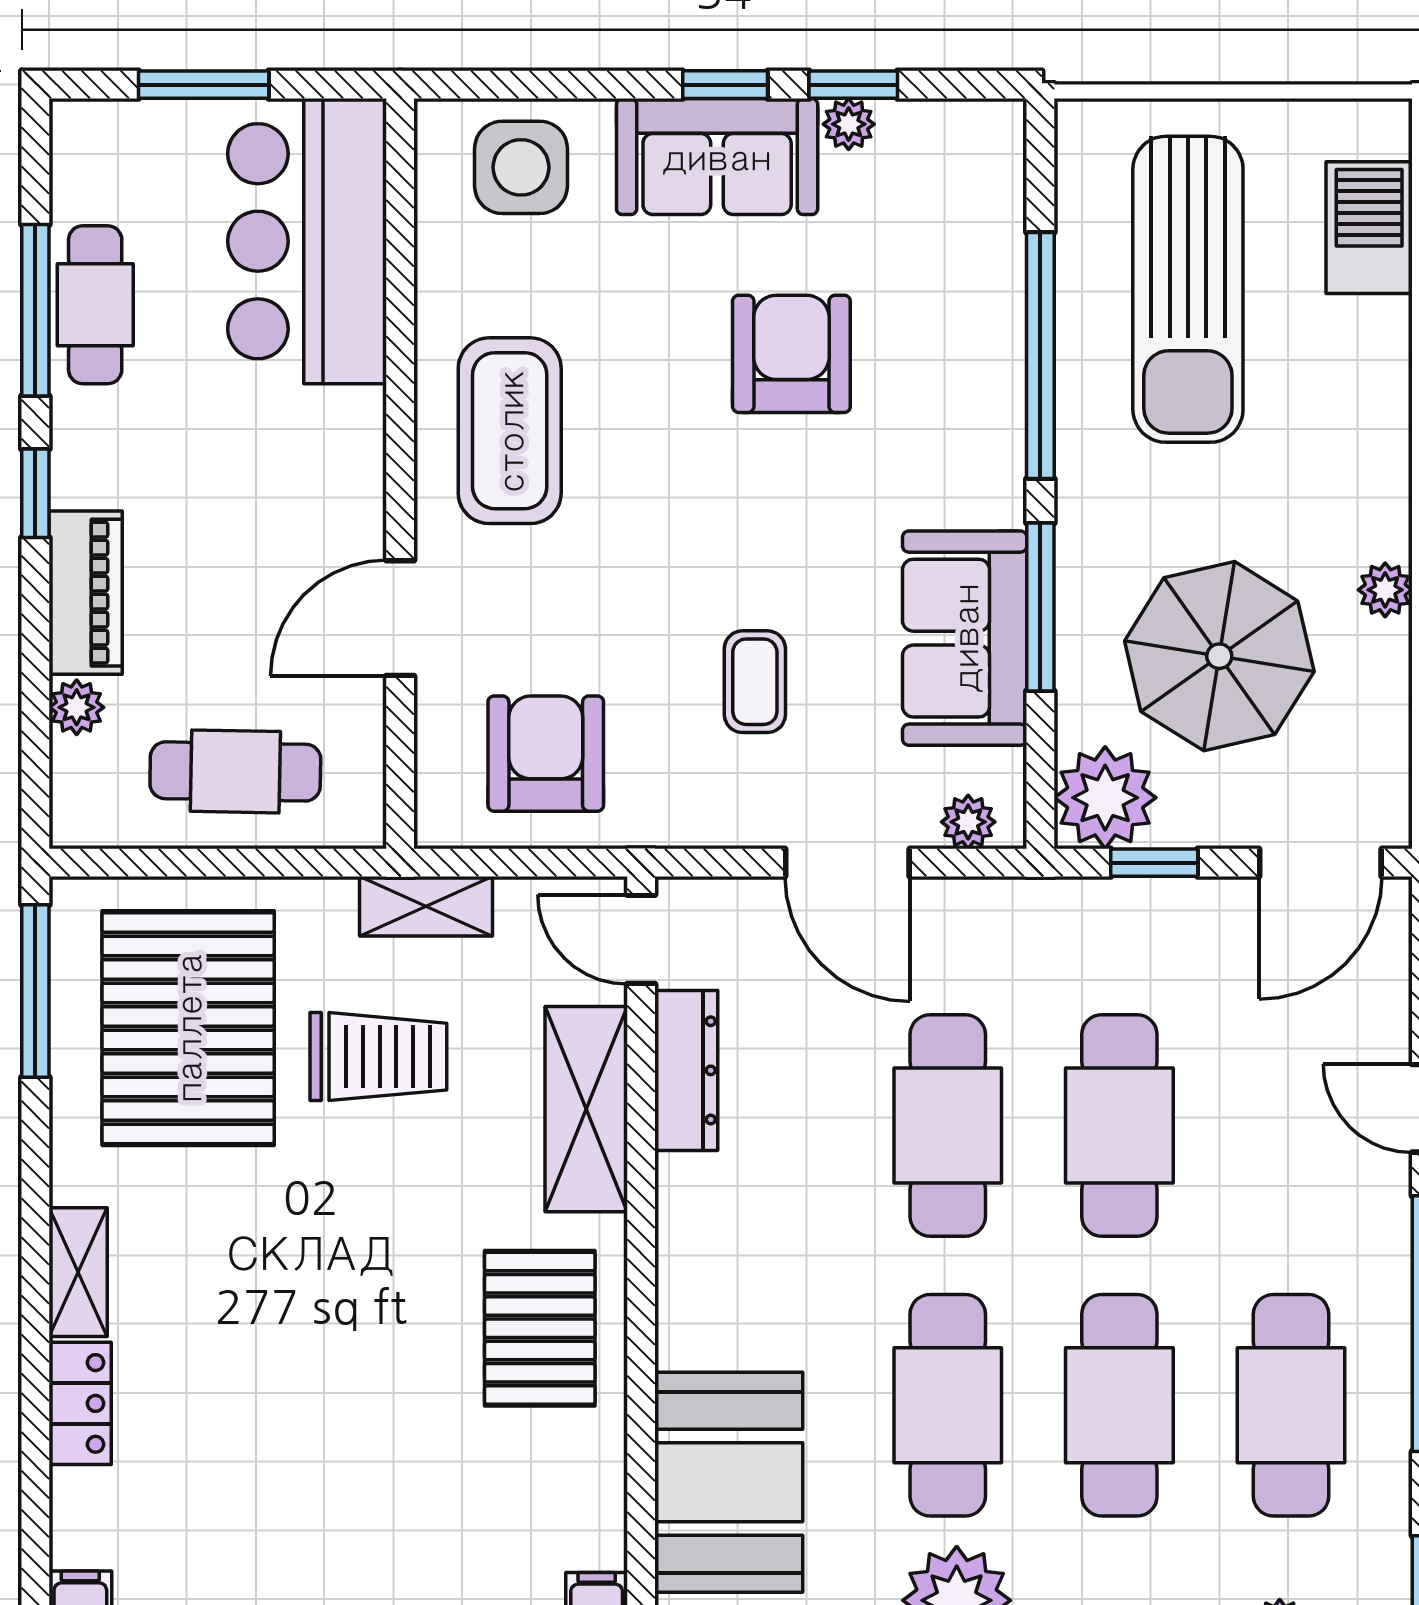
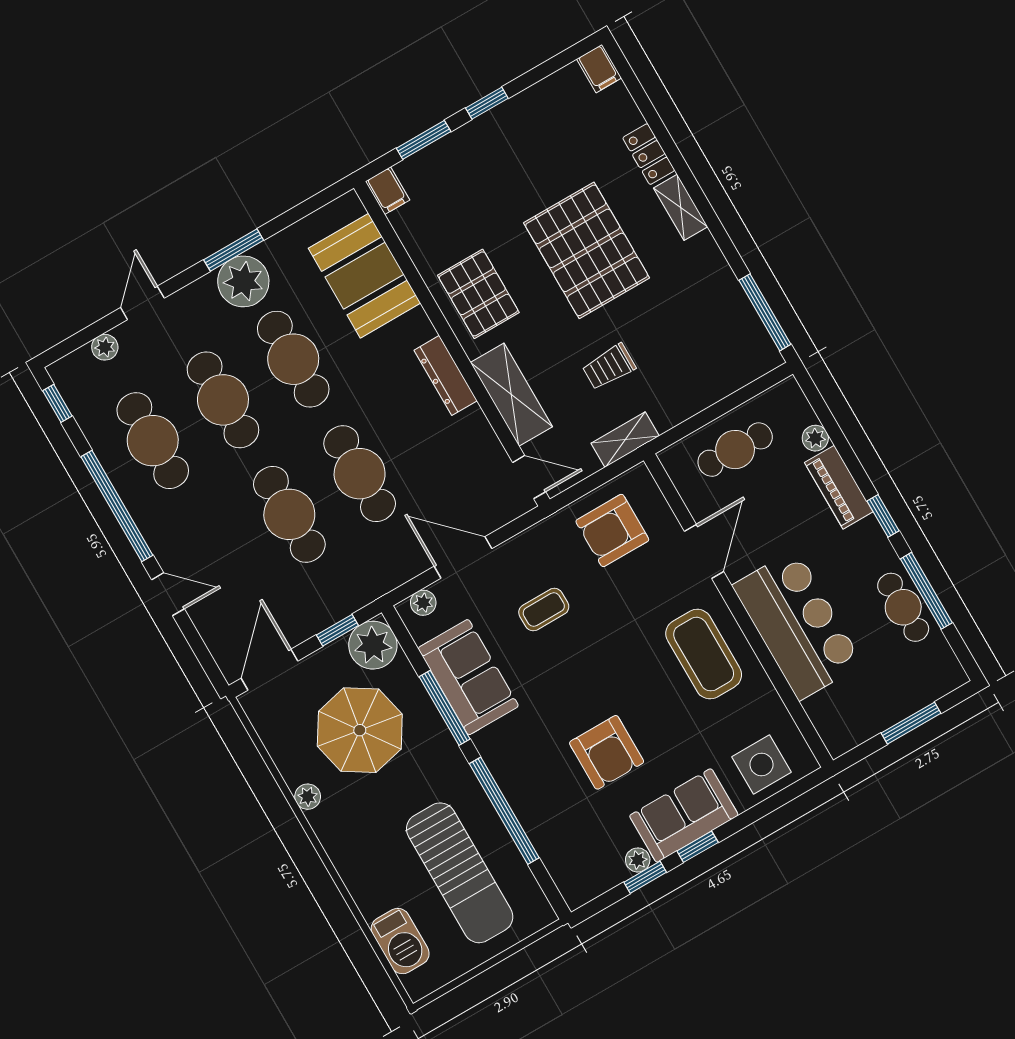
bar counter: (307, 241) -> (797, 625), moved
sun lounger: (1188, 289) -> (460, 873), turned 180
coffee table: (755, 682) -> (544, 610), turned 90
armchair: (546, 754) -> (612, 530), turned 90
pallet: (188, 1028) -> (587, 250), moved
trolley: (378, 1057) -> (609, 367), width x0.73, depth x0.72
dresser: (686, 1070) -> (446, 375), moved

